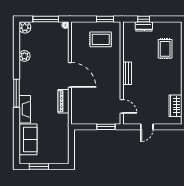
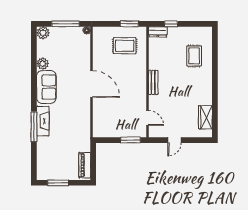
dresser: (144, 26) -> (158, 32), moved
window: (16, 93) -> (34, 127), moved
piano: (64, 101) -> (85, 165), moved
sofa: (28, 139) -> (46, 87), moved

